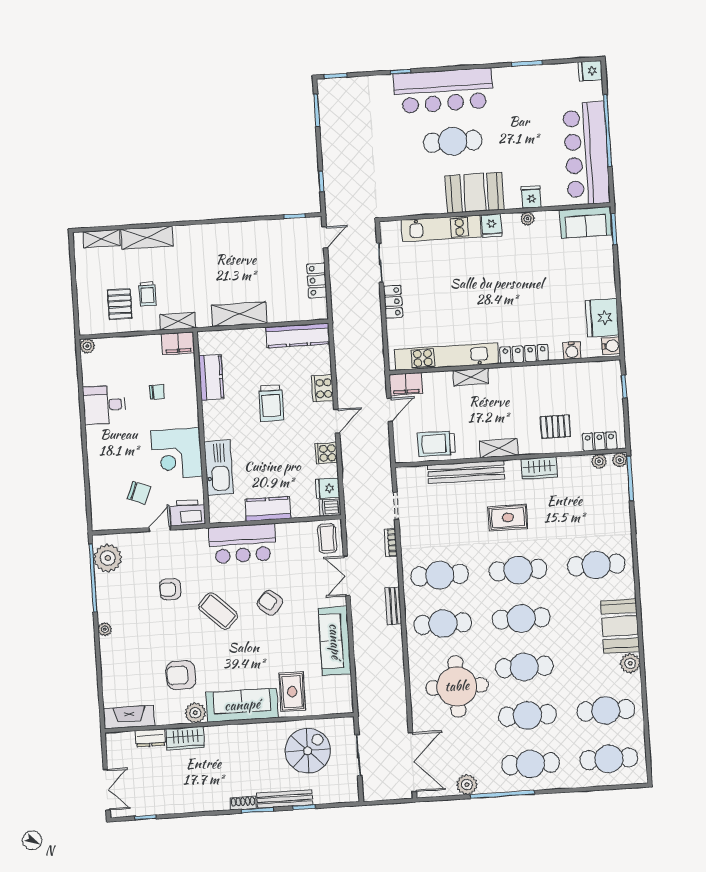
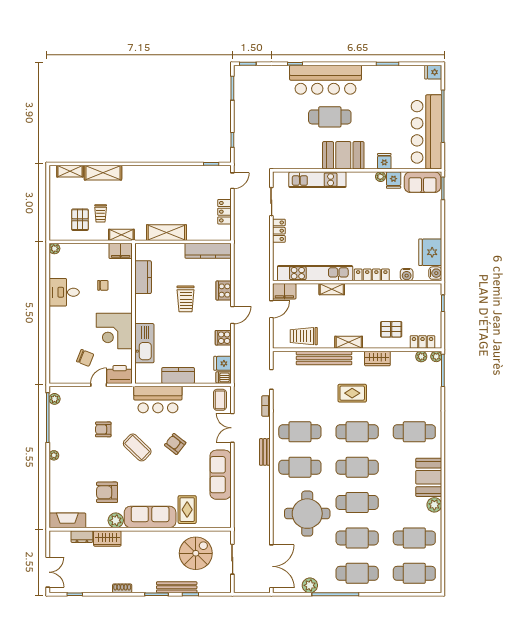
fridge: (491, 226) -> (394, 180), moved
plant: (108, 558) -> (55, 399), width x0.53, depth x0.53
shoe rack: (243, 803) -> (122, 588), moved

